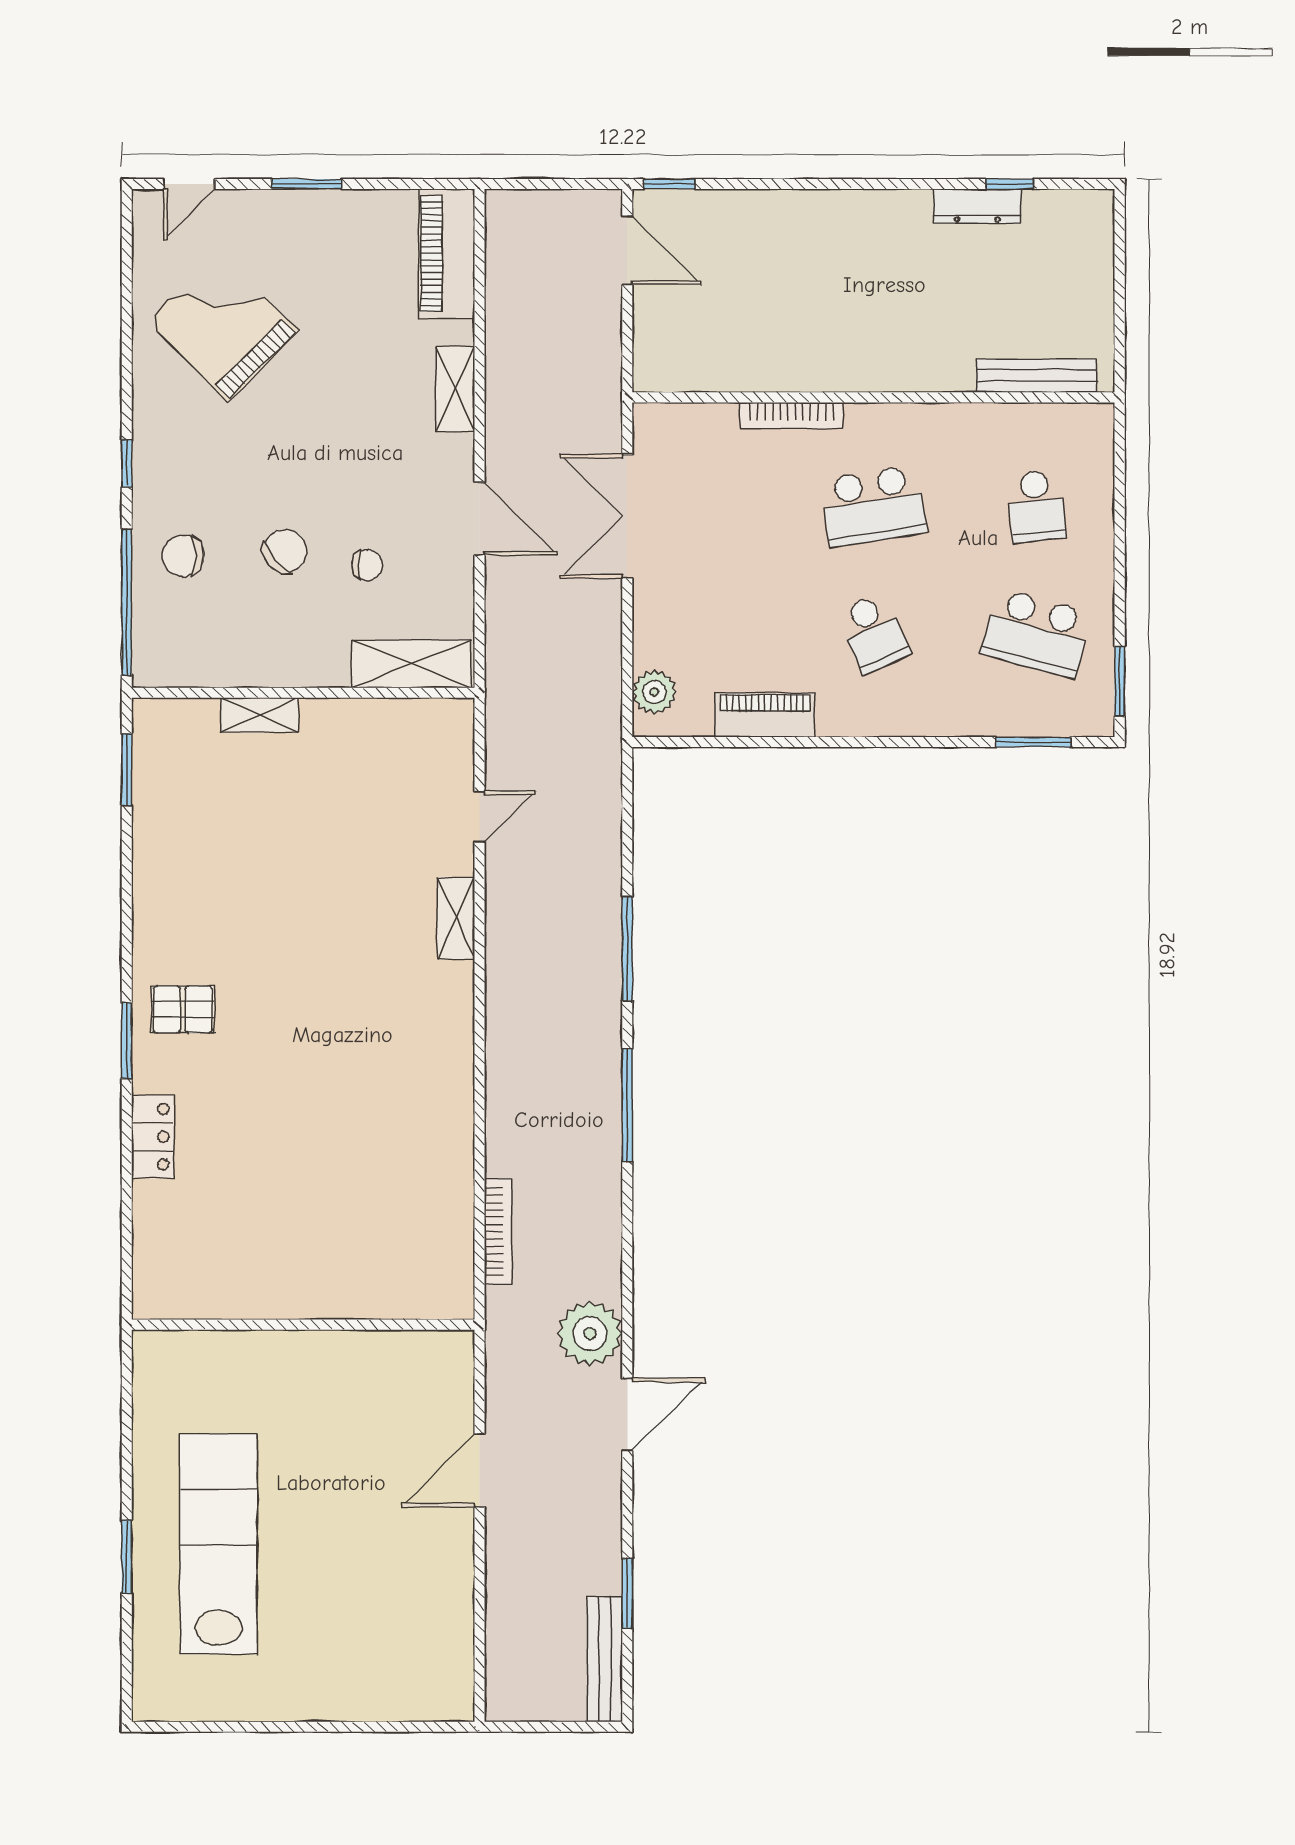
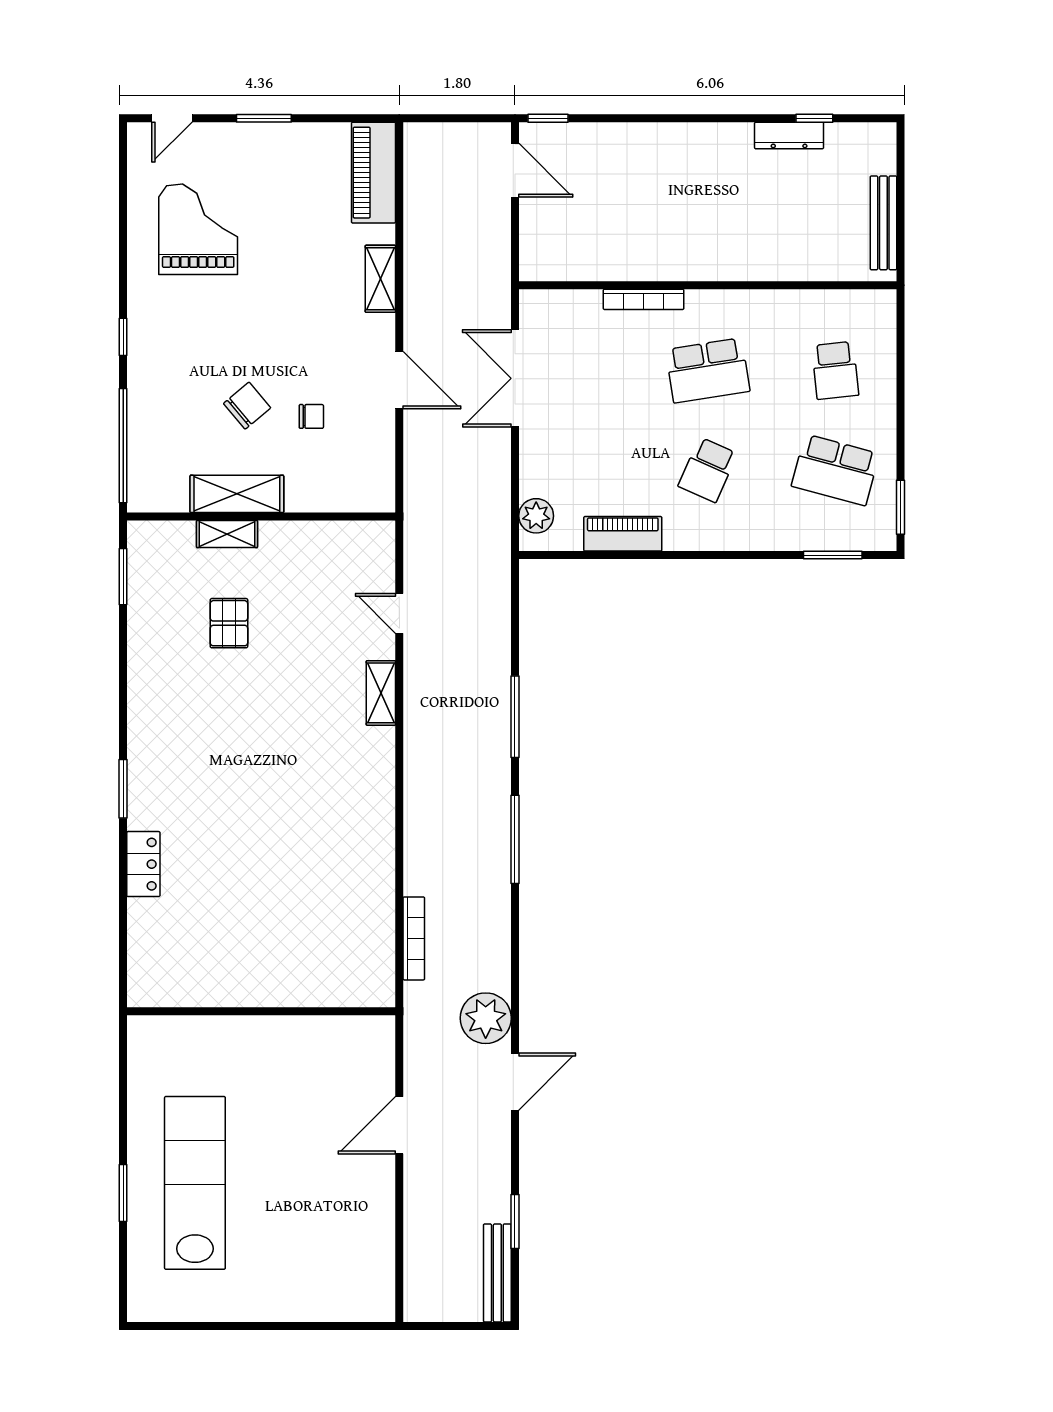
grand piano: (223, 326) -> (198, 229), turned 45
bench: (1037, 376) -> (883, 223), moved, turned 90
chair: (183, 556) -> (167, 409), removed
school desk: (873, 633) -> (708, 470), turned 48
shelving: (411, 664) -> (237, 494), moved
door: (480, 817) -> (399, 613), swing flipped
pallet: (183, 1009) -> (229, 623), moved, turned 90

